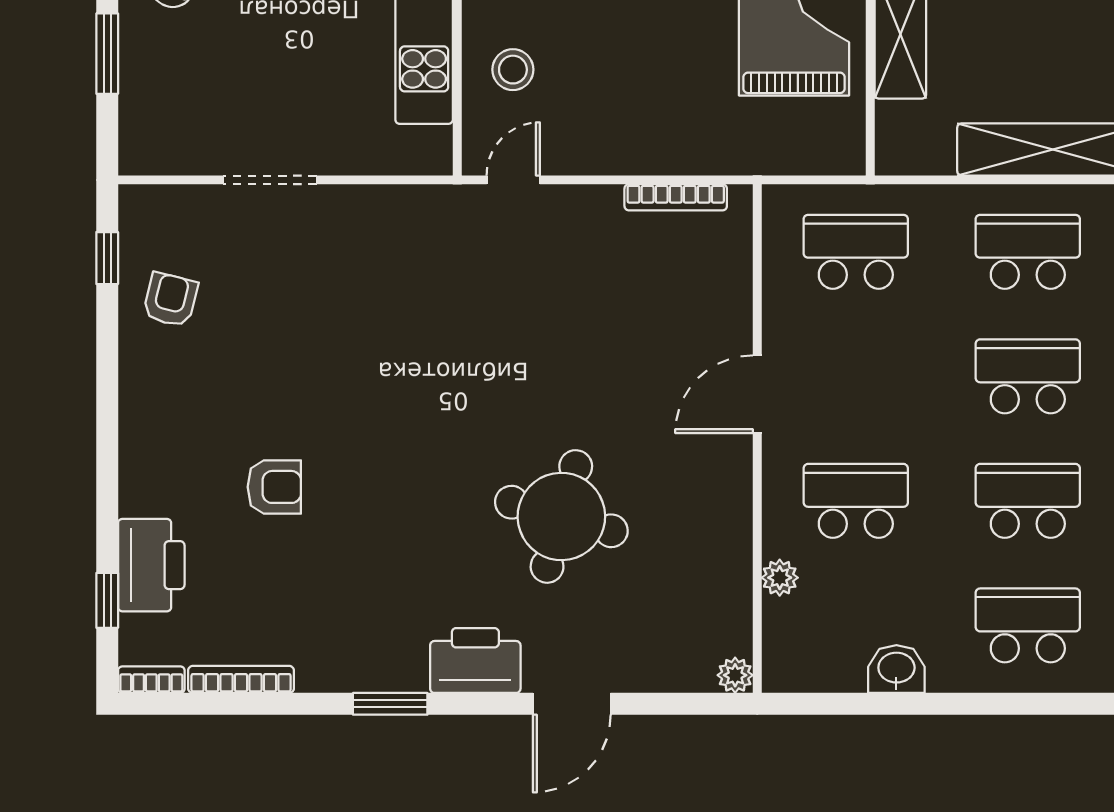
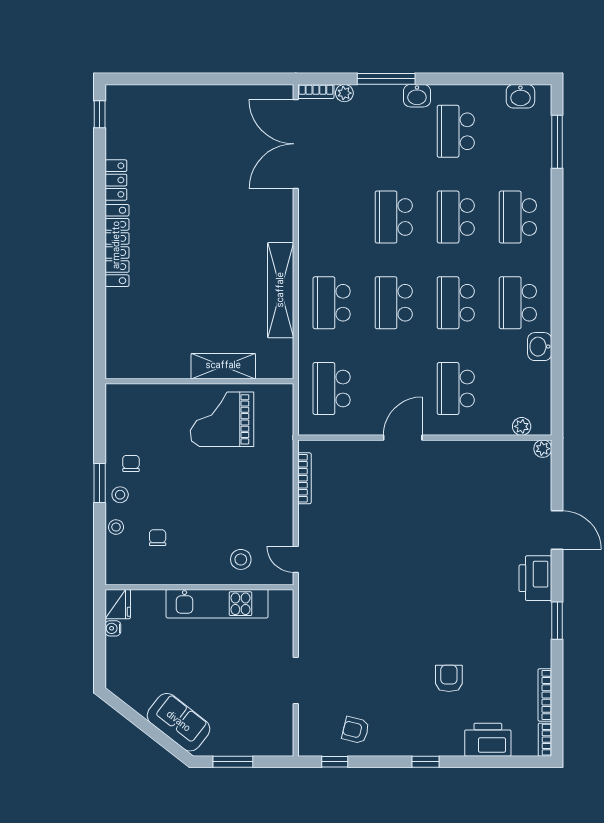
door: (757, 394) -> (403, 438), swing flipped
round table: (561, 516) -> (464, 535), removed
plant: (780, 578) -> (522, 426), moved
window: (107, 600) -> (426, 762), moved
washbasin: (896, 669) -> (540, 347), moved

